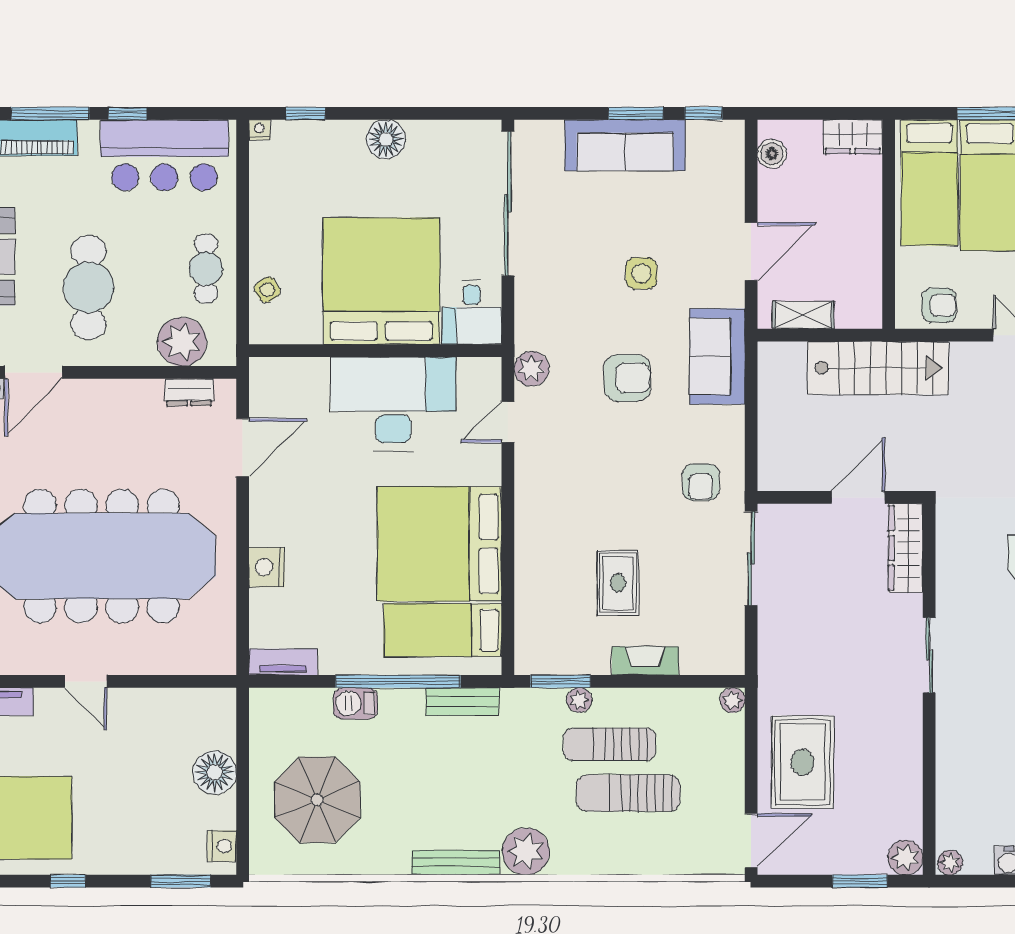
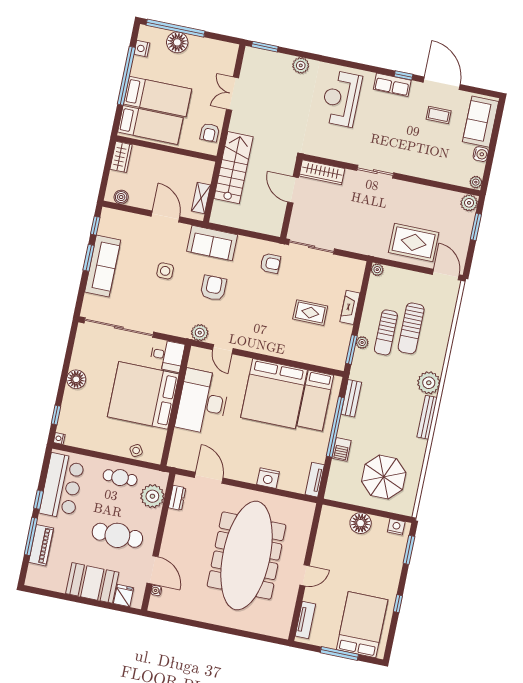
armchair: (939, 305) -> (210, 132), turned 180

